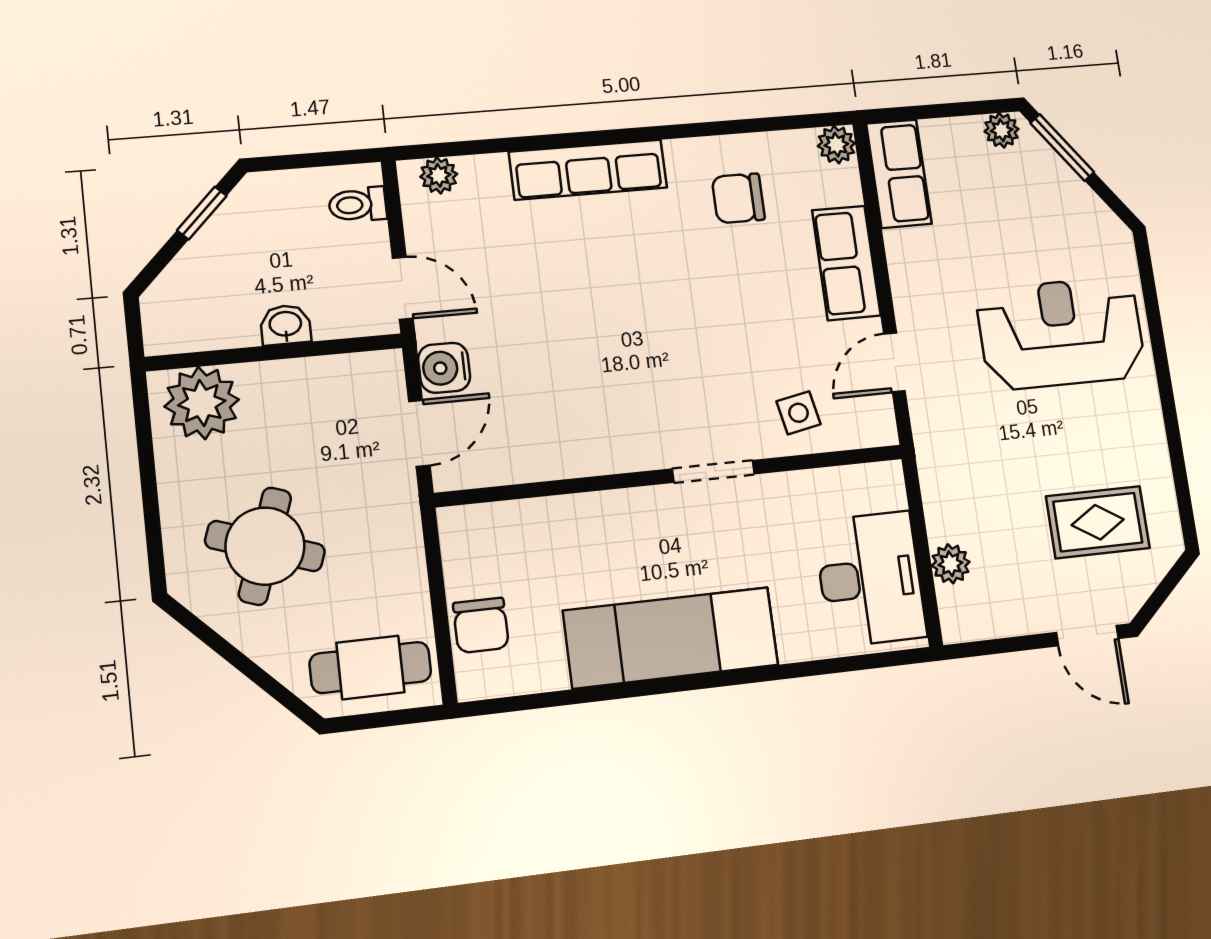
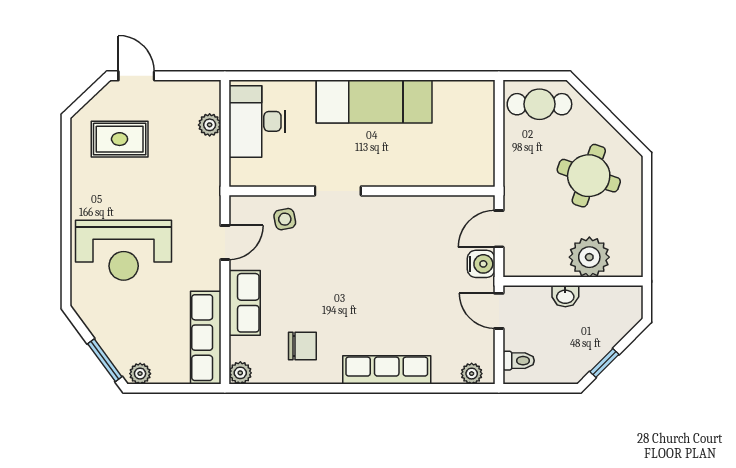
row of seats: (899, 174) -> (206, 338), width x1.48
plant: (202, 403) -> (589, 257), moved
chair: (481, 625) -> (477, 120), removed

